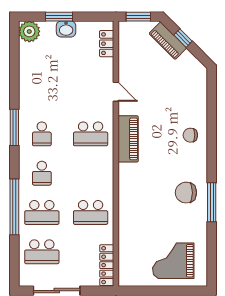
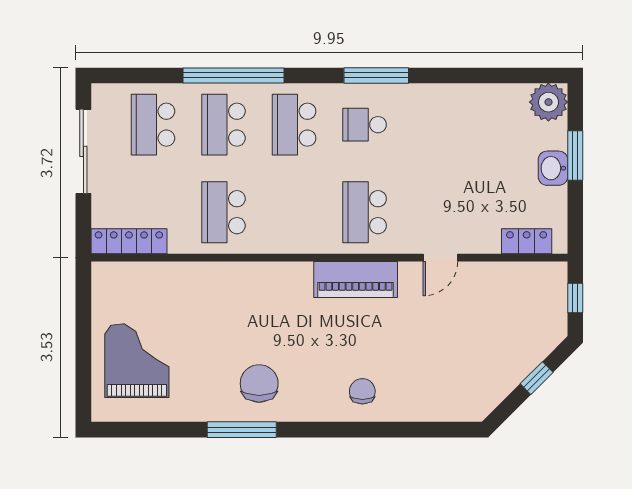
window: (138, 17) -> (575, 298), width x0.67
piano: (168, 41) -> (532, 351), removed
school desk: (42, 173) -> (294, 125), width x1.85

